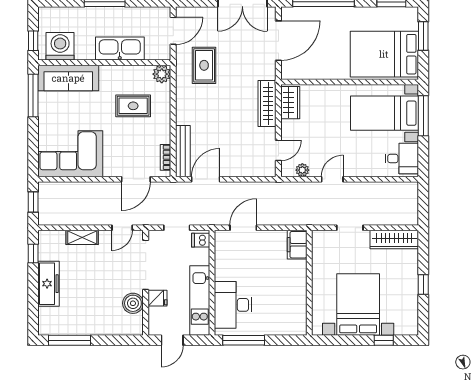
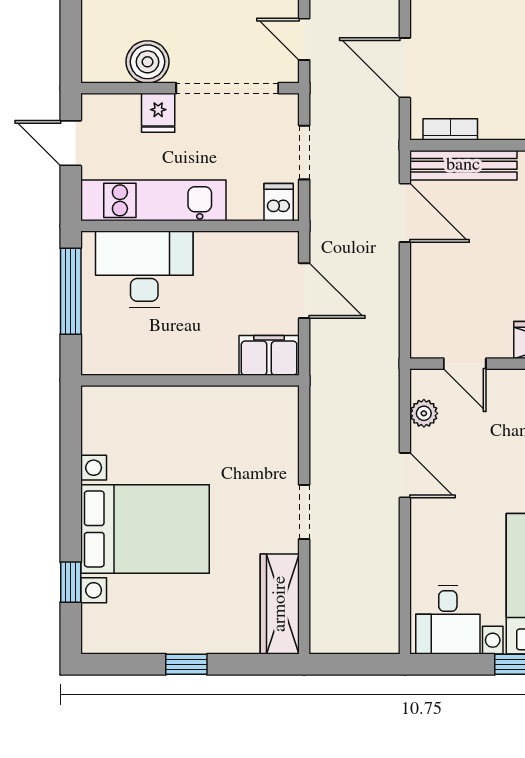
filing cabinet: (297, 245) -> (269, 355), moved
wall: (309, 283) -> (190, 380), moved

